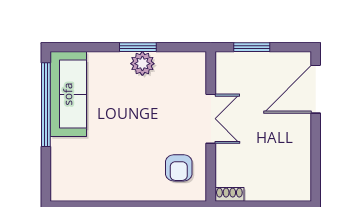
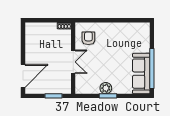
double door: (211, 119) -> (73, 62), swing flipped

